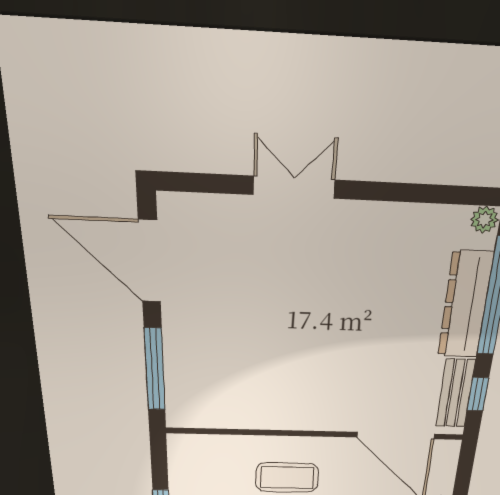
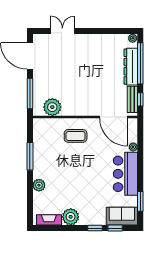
double door: (294, 187) -> (62, 31), moved
plant: (223, 407) -> (52, 107), added

